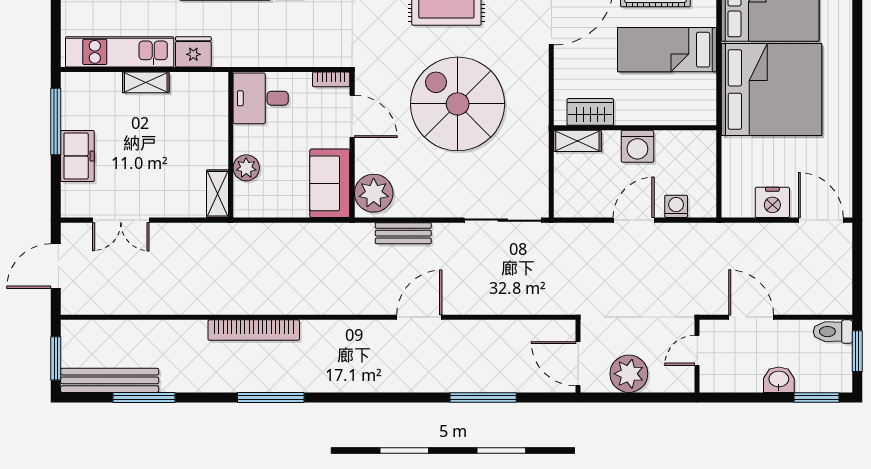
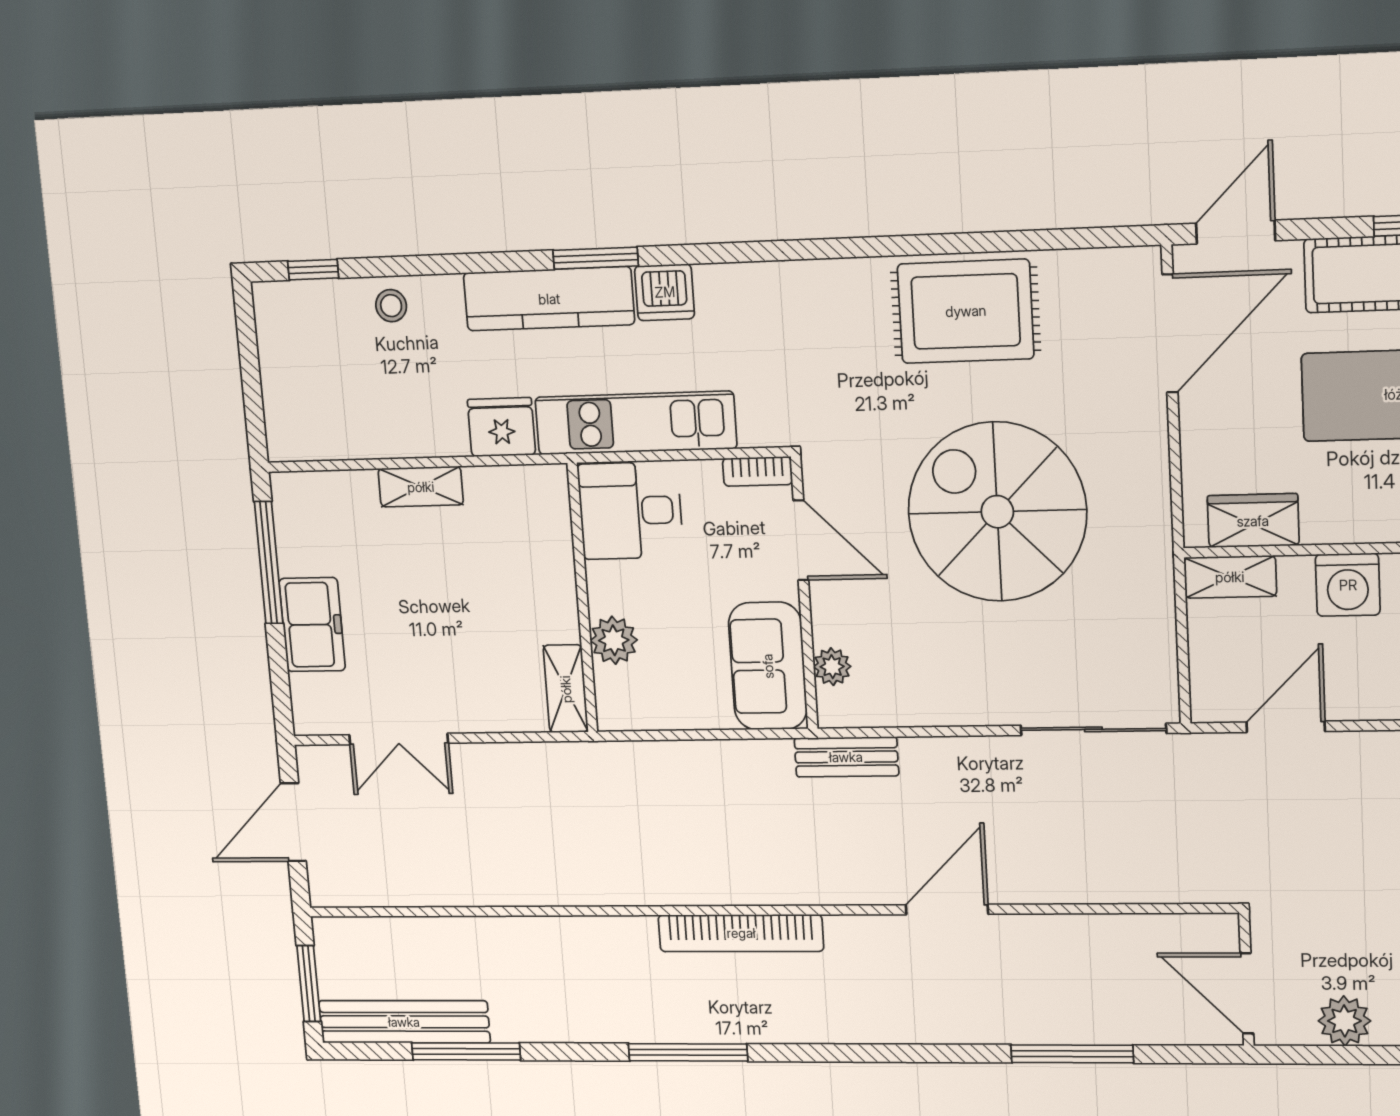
kitchen unit: (120, 52) -> (636, 423), moved
plant: (374, 193) -> (832, 667), width x0.53, depth x0.53
door: (634, 220) -> (1286, 727), moved
bench: (403, 233) -> (846, 757), moved
bookcase: (254, 330) -> (741, 933), moved
plant: (629, 374) -> (1344, 1021), width x0.73, depth x0.73

